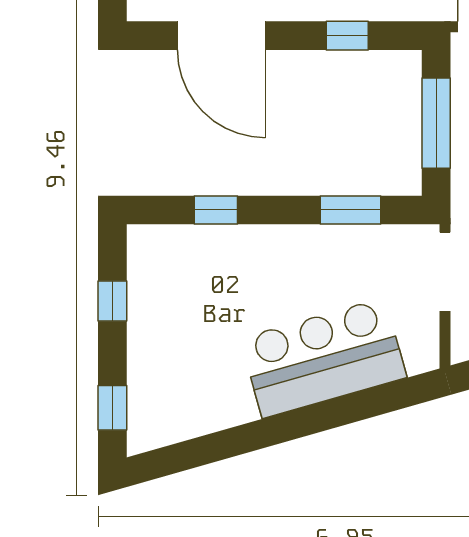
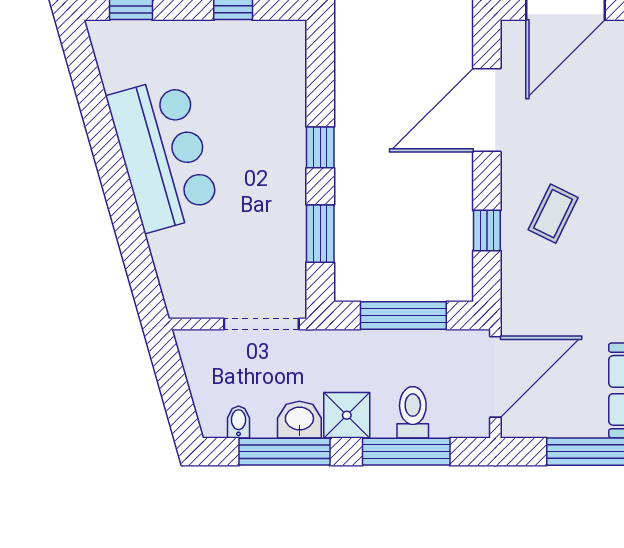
window: (216, 210) -> (320, 147), moved
bar counter: (323, 358) -> (163, 154), moved

